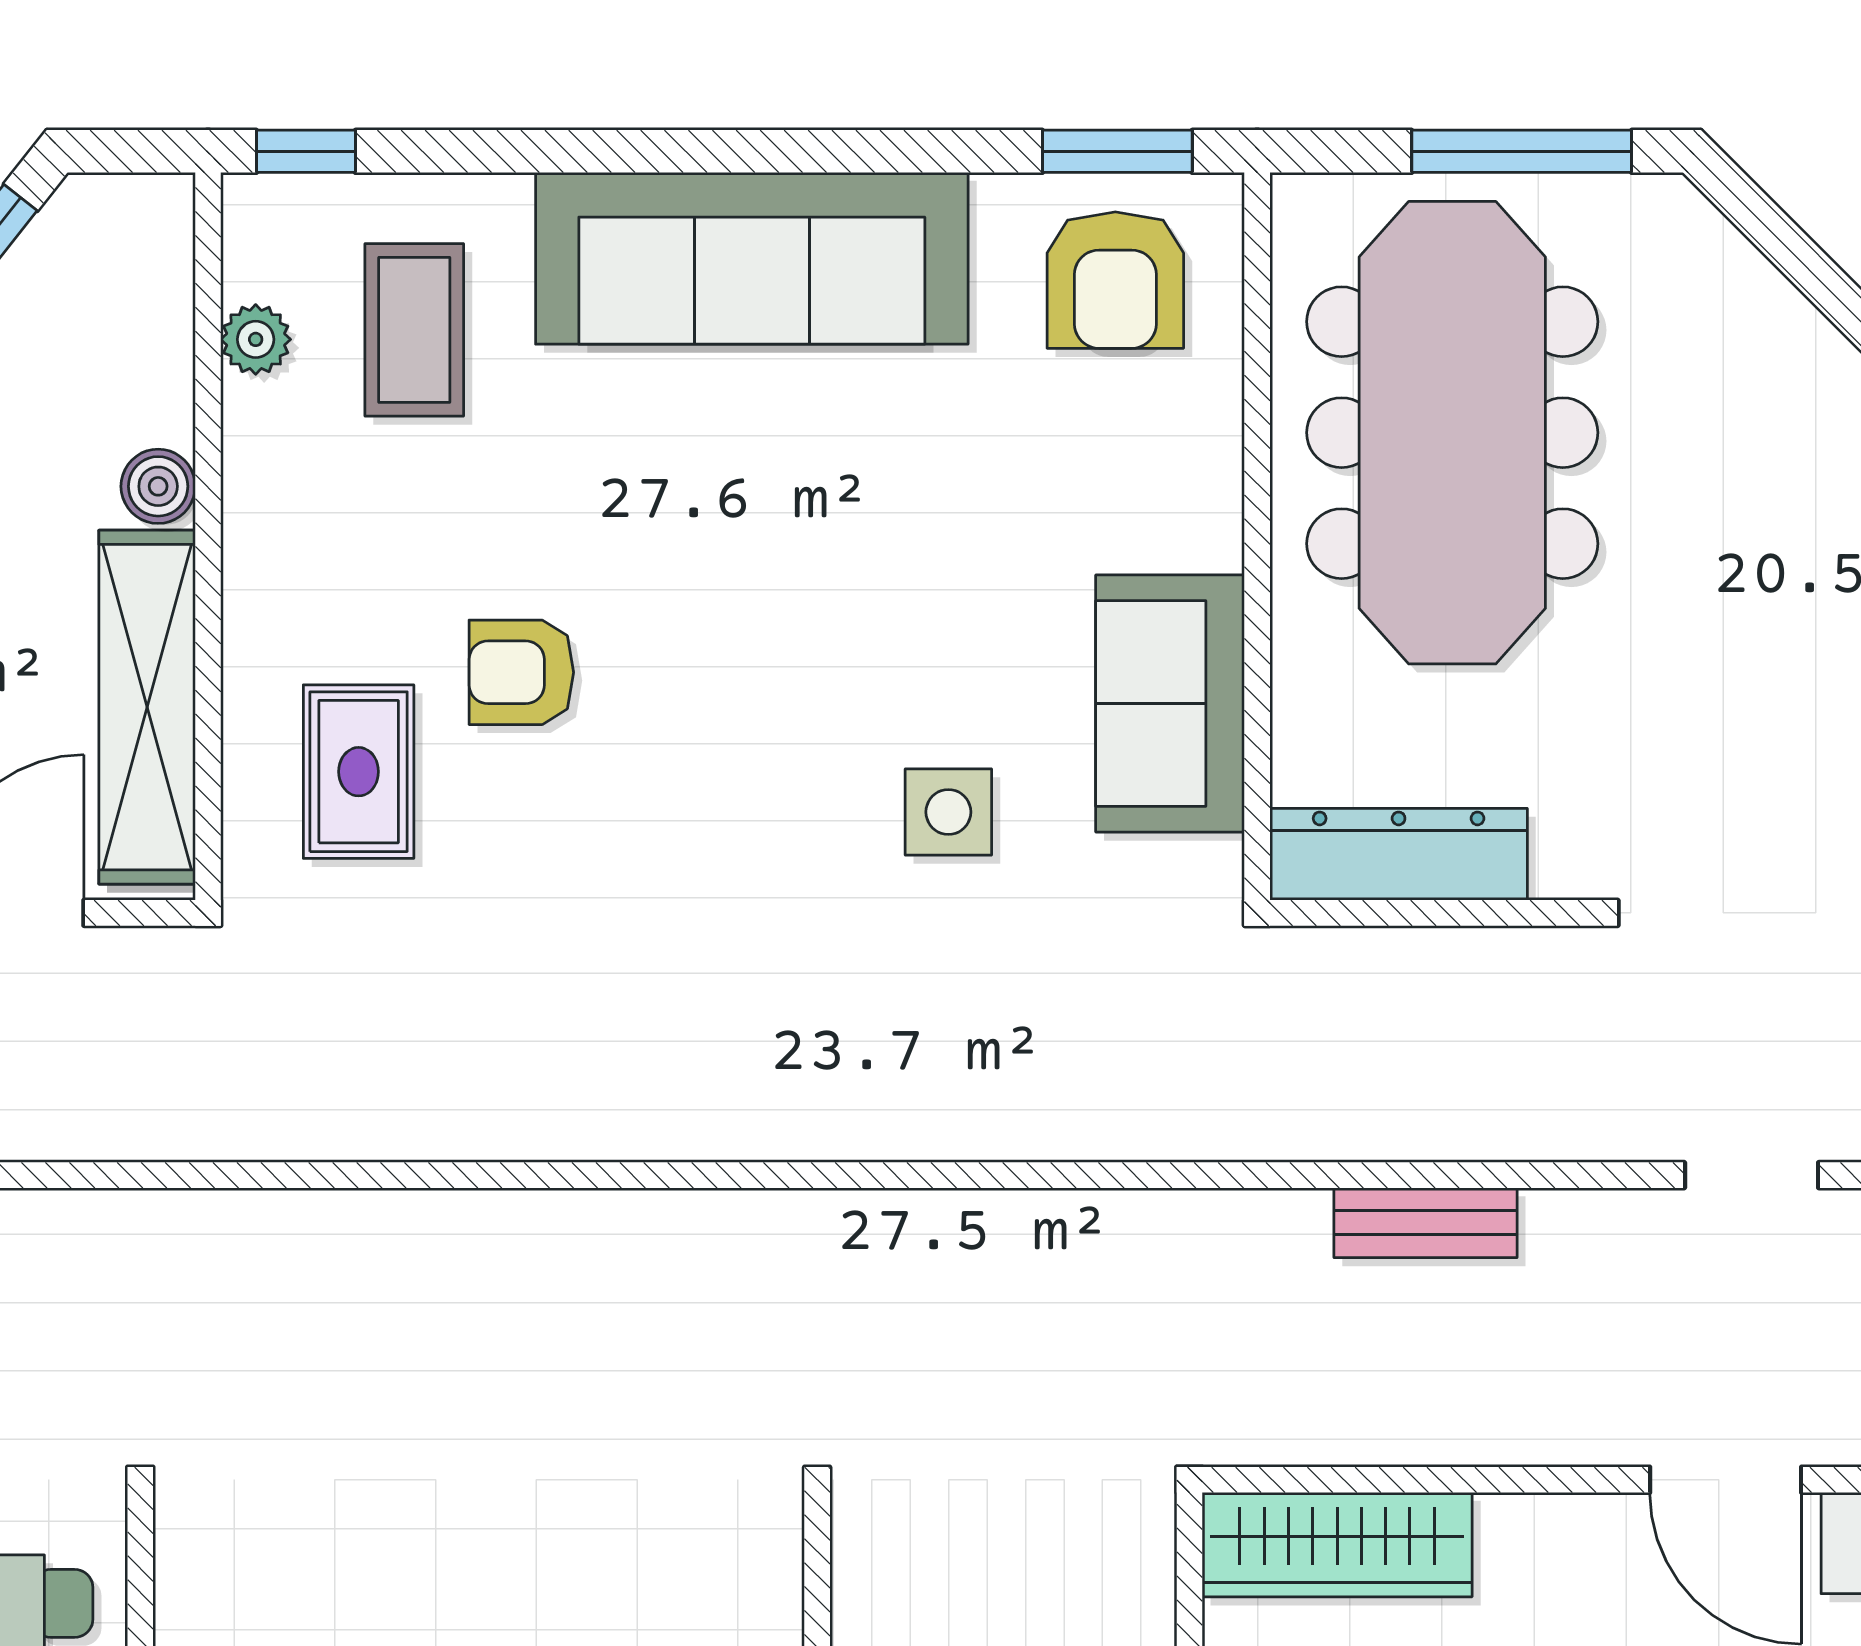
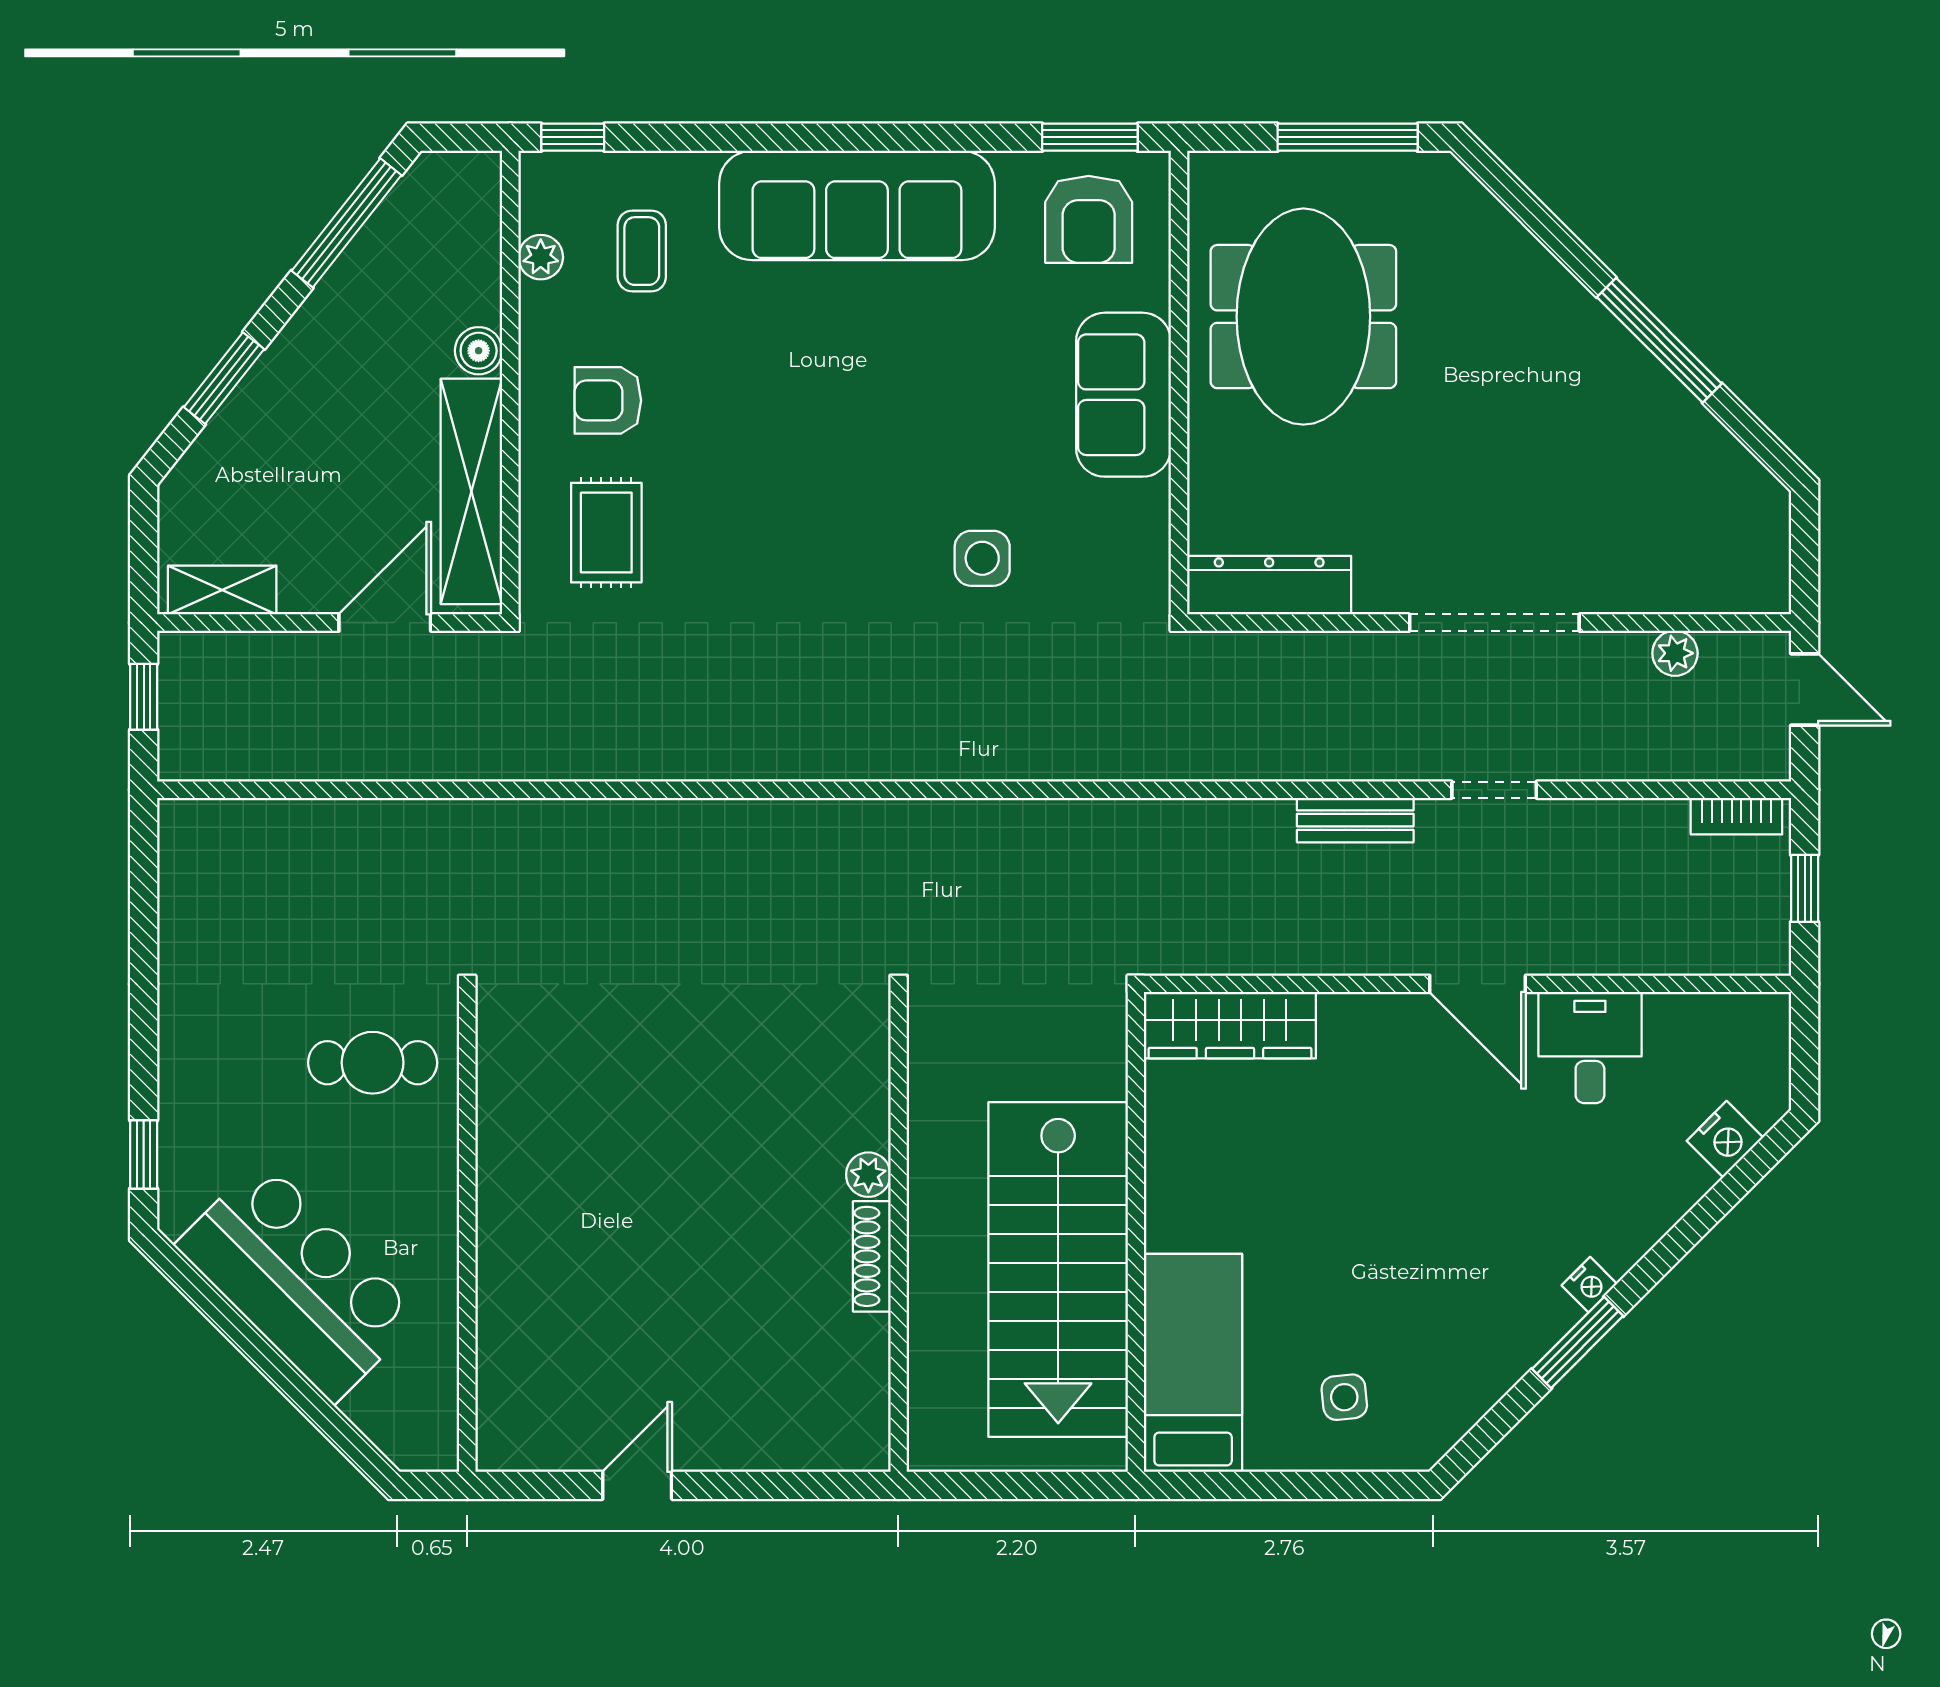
coffee table: (414, 330) -> (642, 251), width x0.73, depth x0.77
meeting table: (1452, 433) -> (1303, 317), width x0.73
armchair: (521, 672) -> (608, 400), moved
sofa: (1170, 704) -> (1124, 395), moved
bench: (1425, 1223) -> (1355, 820), moved

